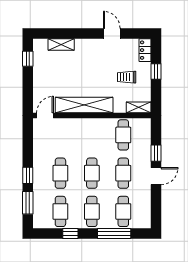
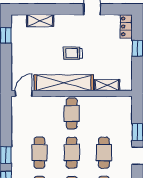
trolley: (127, 77) -> (73, 53), moved
shelving: (139, 107) -> (107, 85), moved
cafe table: (123, 135) -> (72, 113), moved

